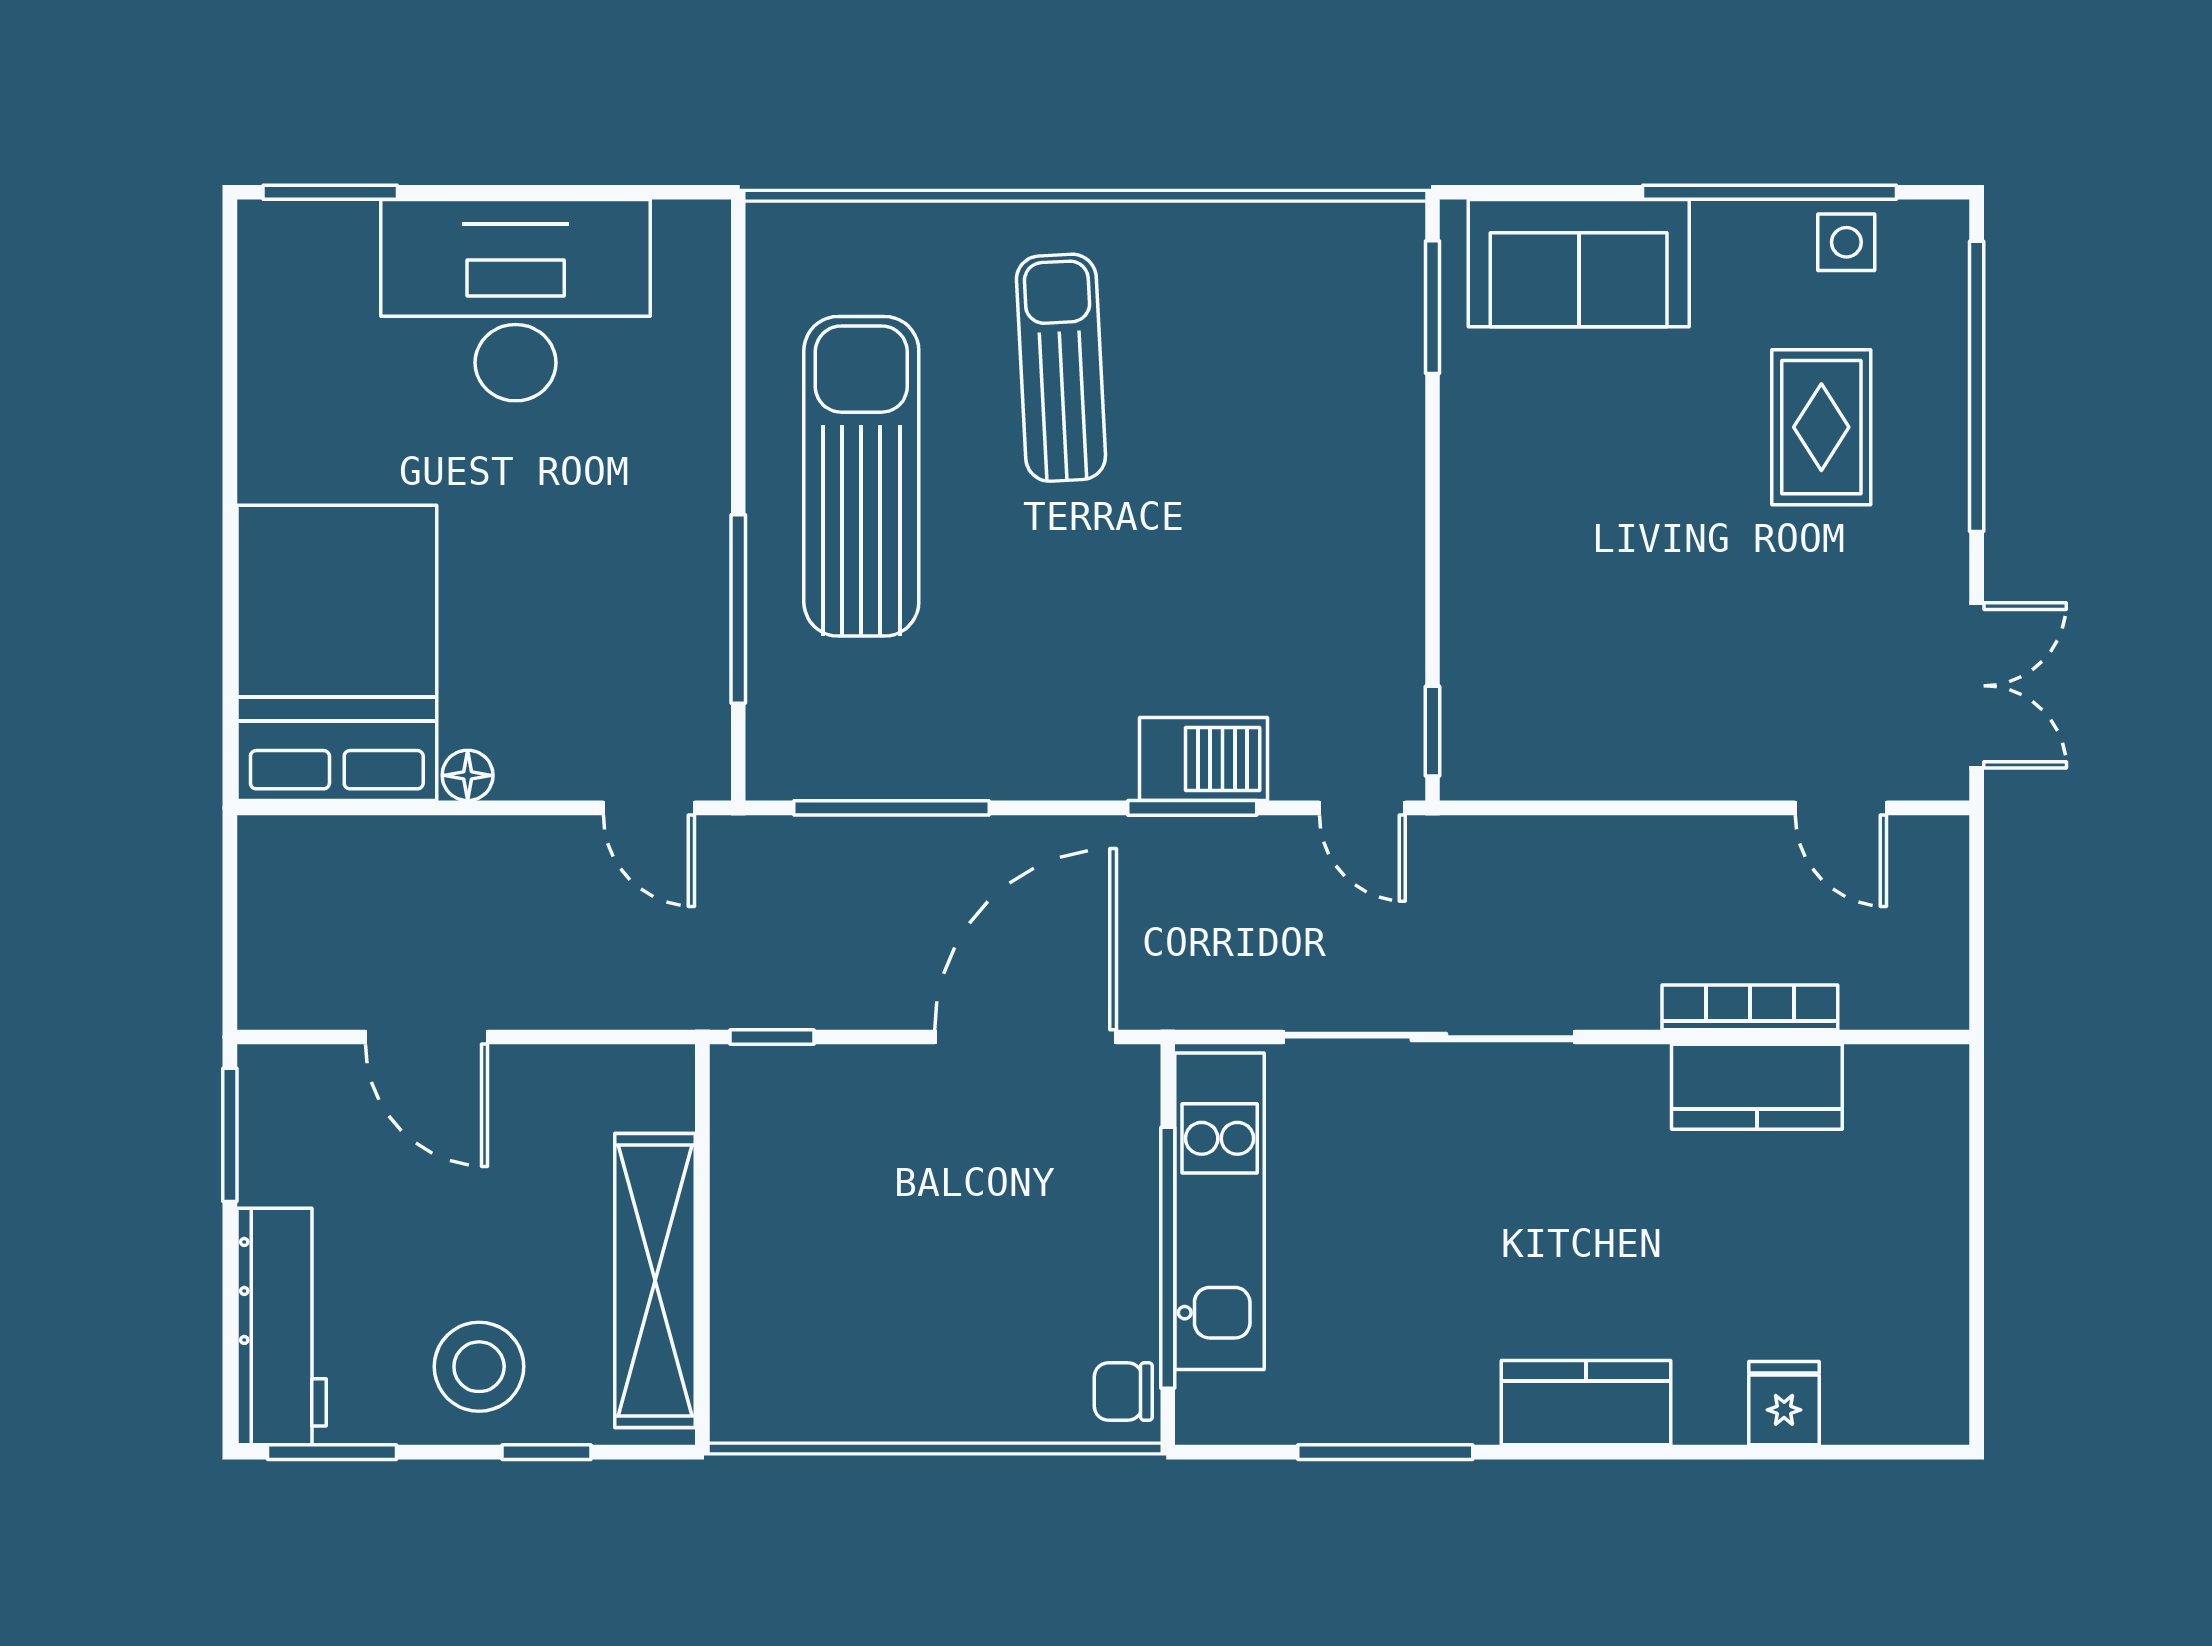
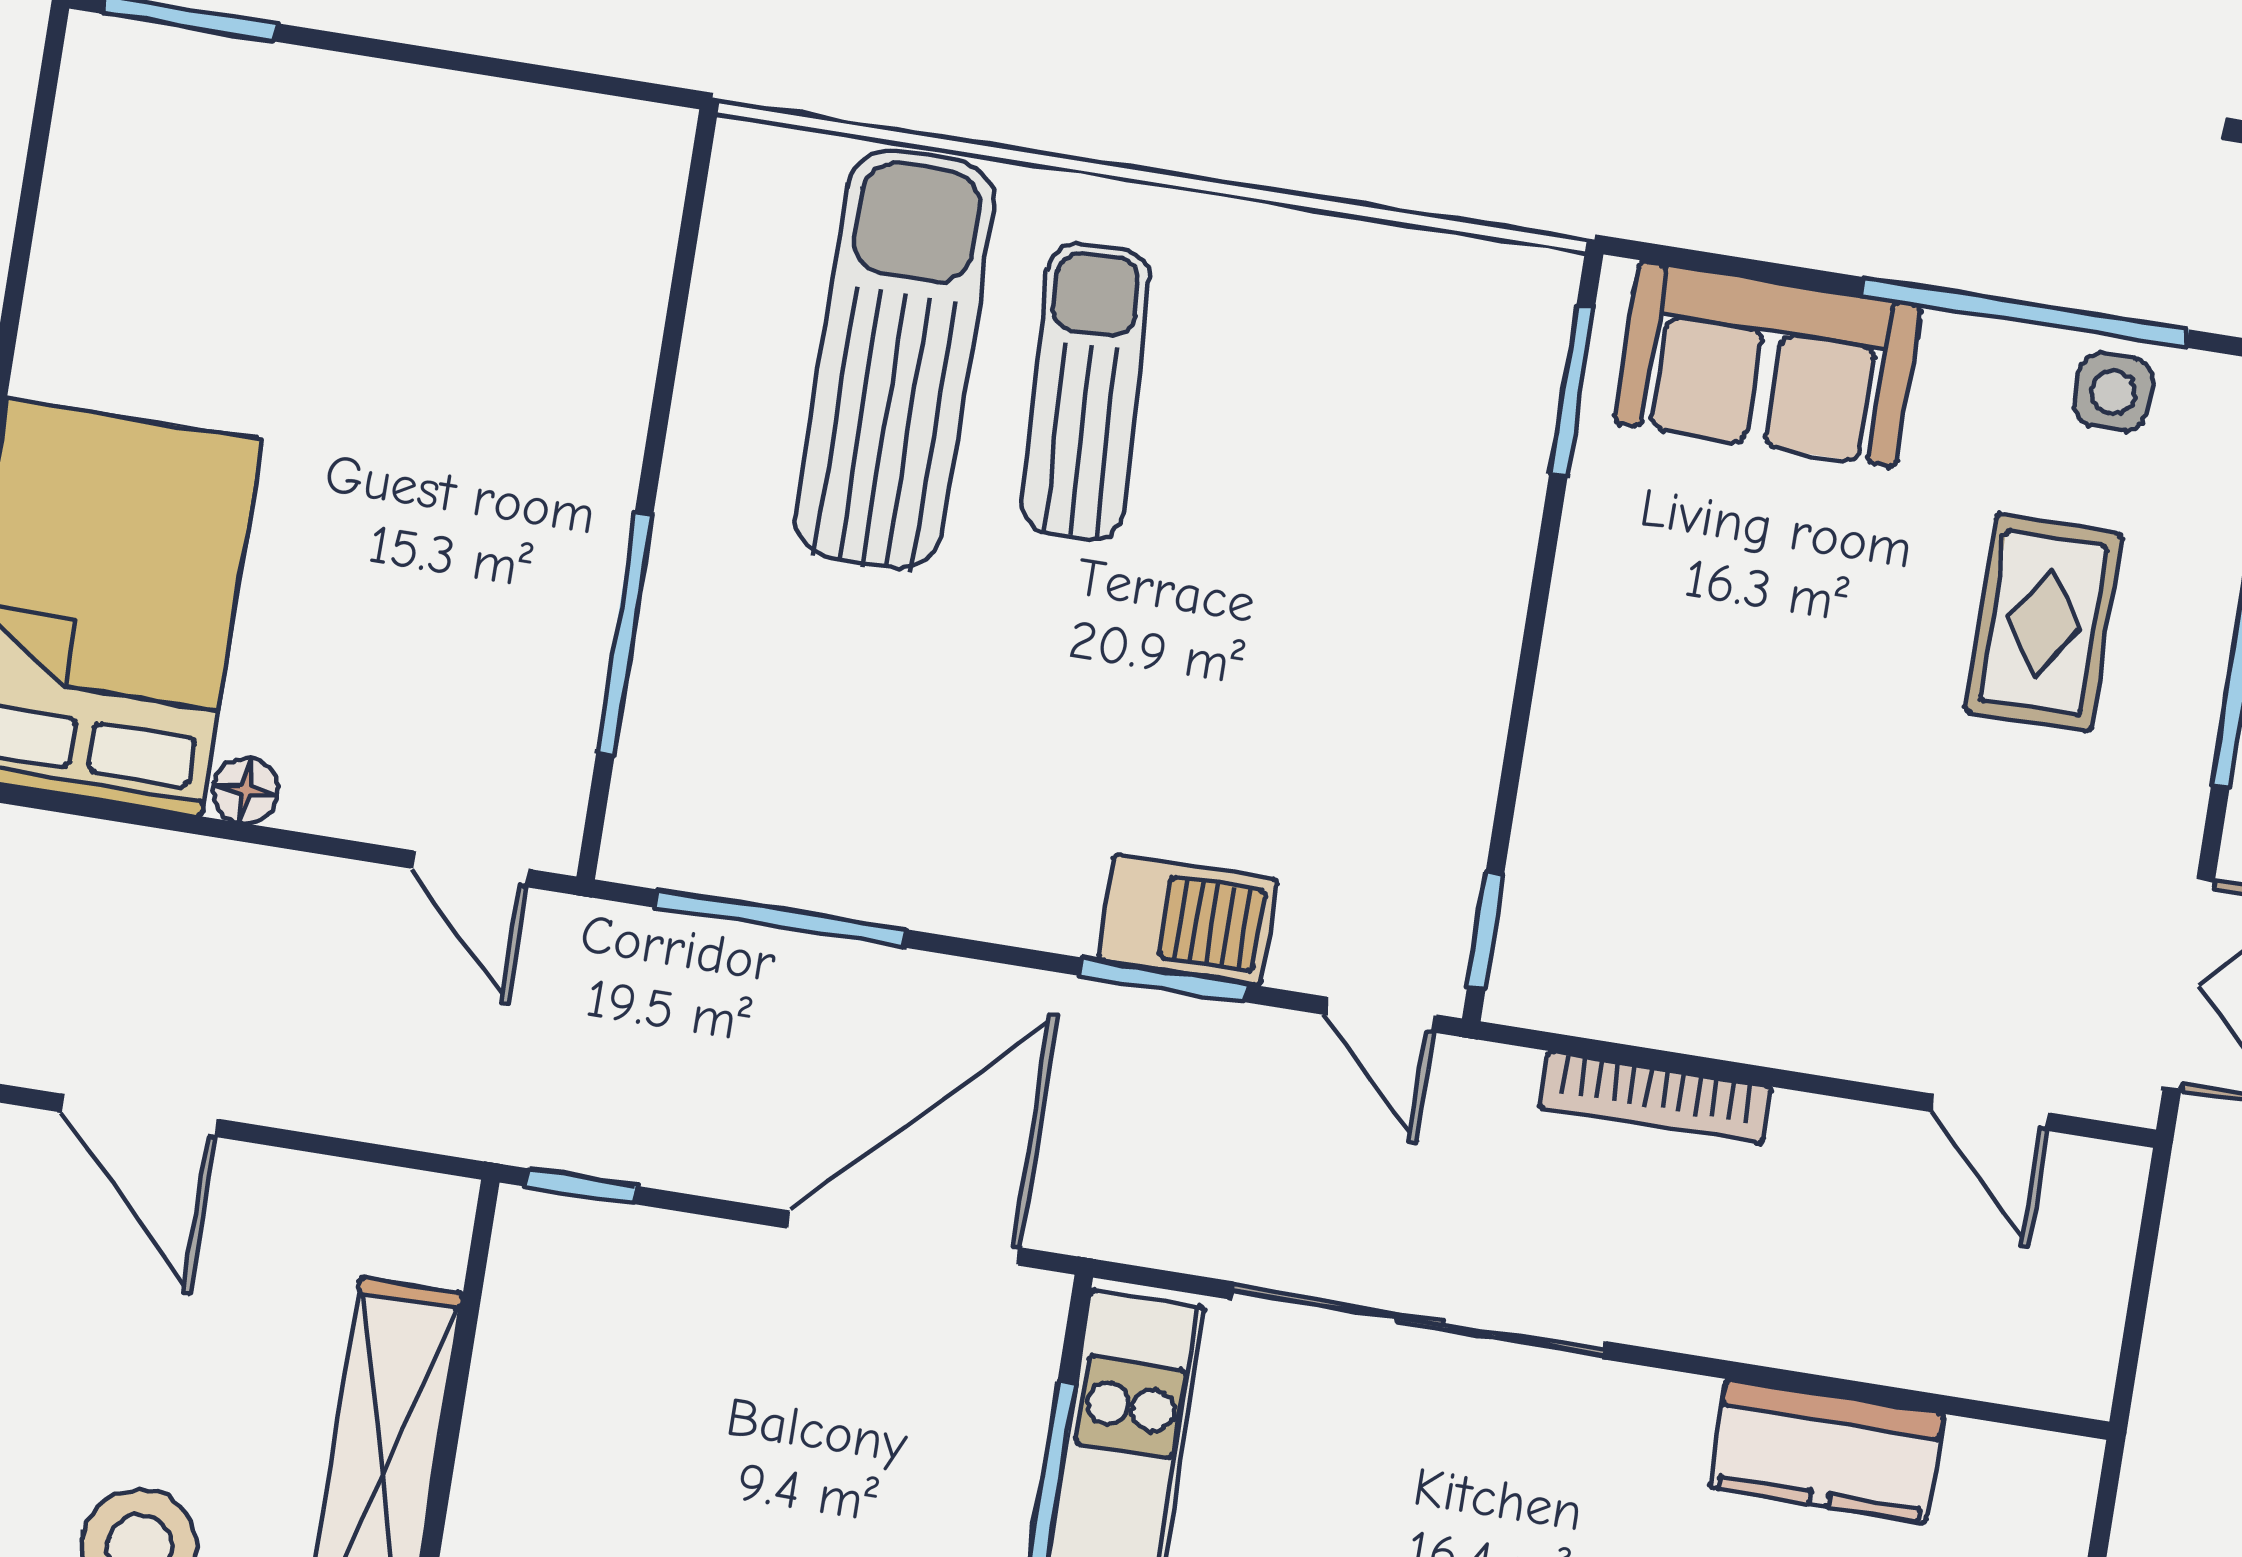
desk: (516, 300) -> (404, 194), removed
sun lounger: (861, 476) -> (895, 359), moved
bookcase: (1750, 1007) -> (1655, 1097), moved, turned 180

